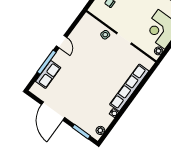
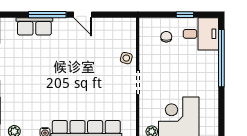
door: (62, 42) -> (83, 15), hinge flipped

